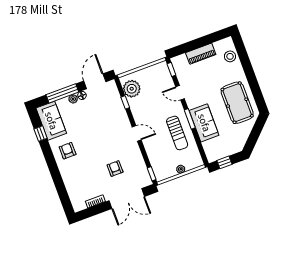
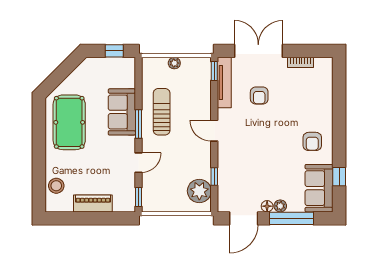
door: (180, 93) -> (138, 163), hinge flipped
tv unit: (142, 169) -> (224, 82), added

